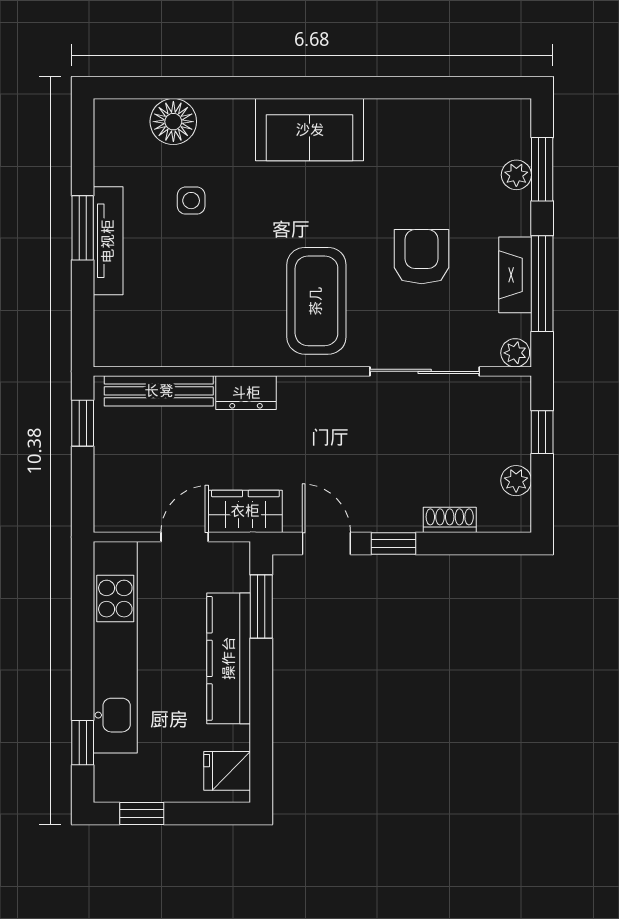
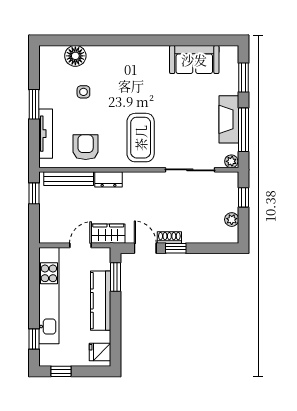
sofa: (310, 130) -> (194, 60), moved
plant: (516, 175) -> (232, 80), removed
tv unit: (108, 241) -> (46, 134), moved
armchair: (422, 257) -> (86, 147), moved
fireplace: (515, 275) -> (229, 119), width x1.37, depth x1.32
shoe rack: (450, 520) -> (169, 238), moved

